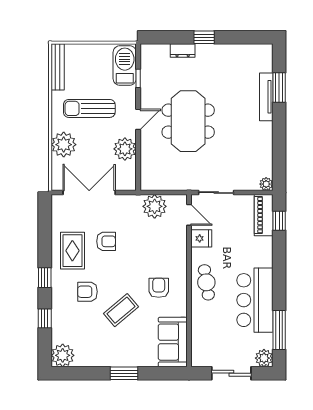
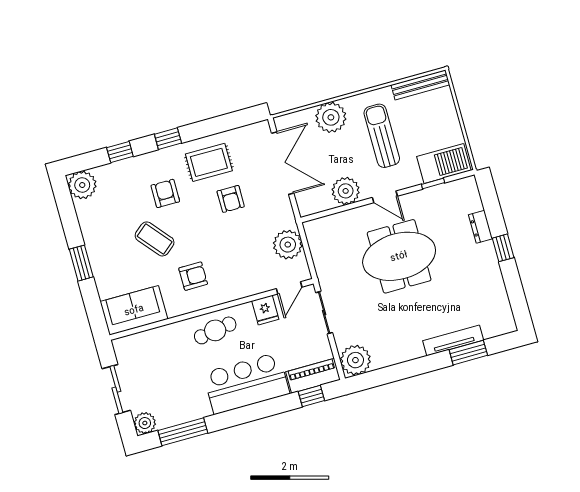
plant: (266, 184) -> (355, 360), width x1.88, depth x1.88
bar counter: (255, 300) -> (246, 383), moved

